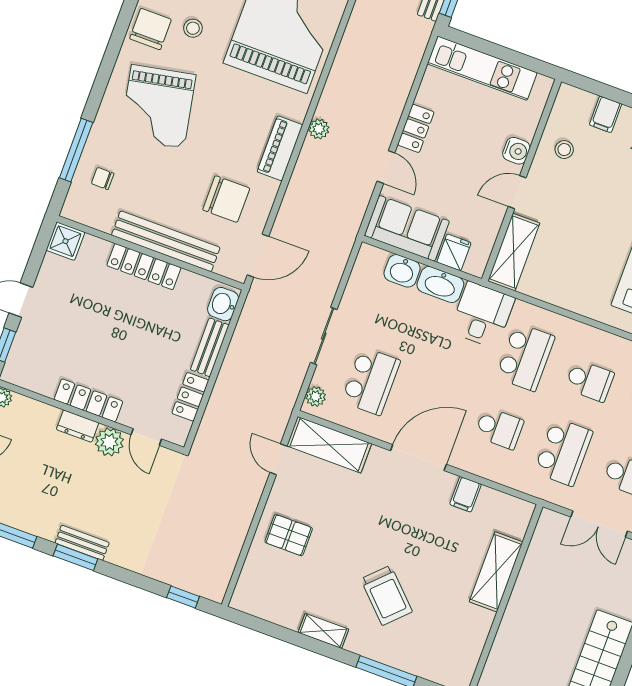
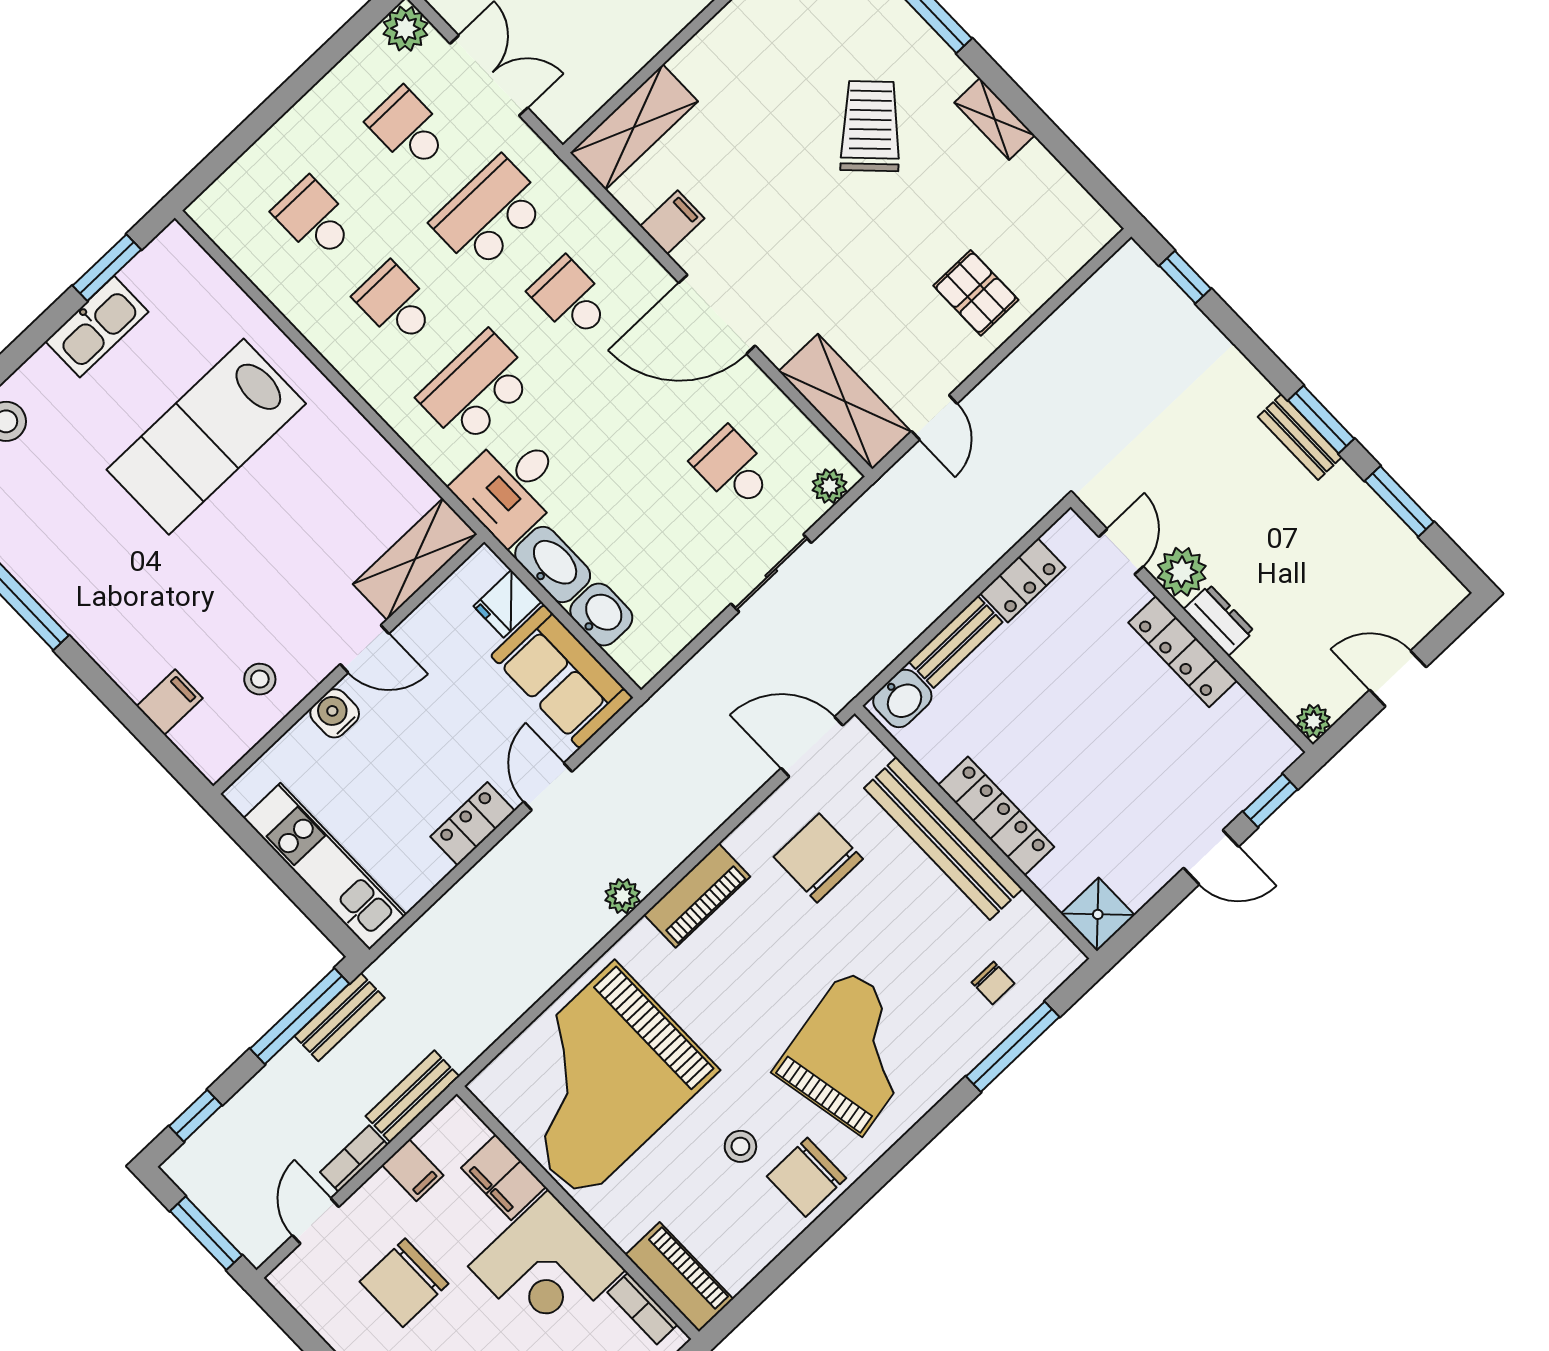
school desk: (371, 381) -> (733, 468), width x0.54
shelving: (496, 572) -> (634, 127), moved

